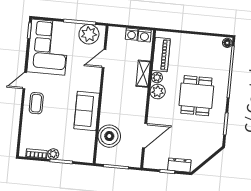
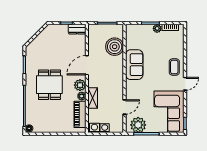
door: (145, 136) -> (87, 65), moved
dresser: (179, 165) -> (77, 29), moved

